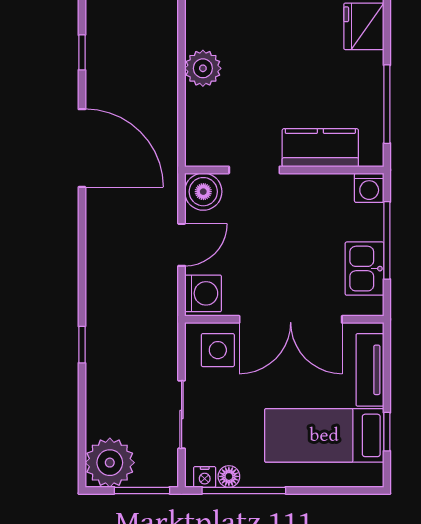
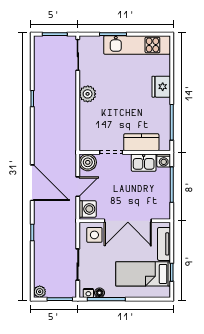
plant: (203, 68) -> (88, 94), moved
door: (82, 148) -> (32, 183), moved
kitchen sink: (364, 269) -> (144, 163), moved, turned -90
plant: (110, 463) -> (40, 292), width x0.53, depth x0.53

